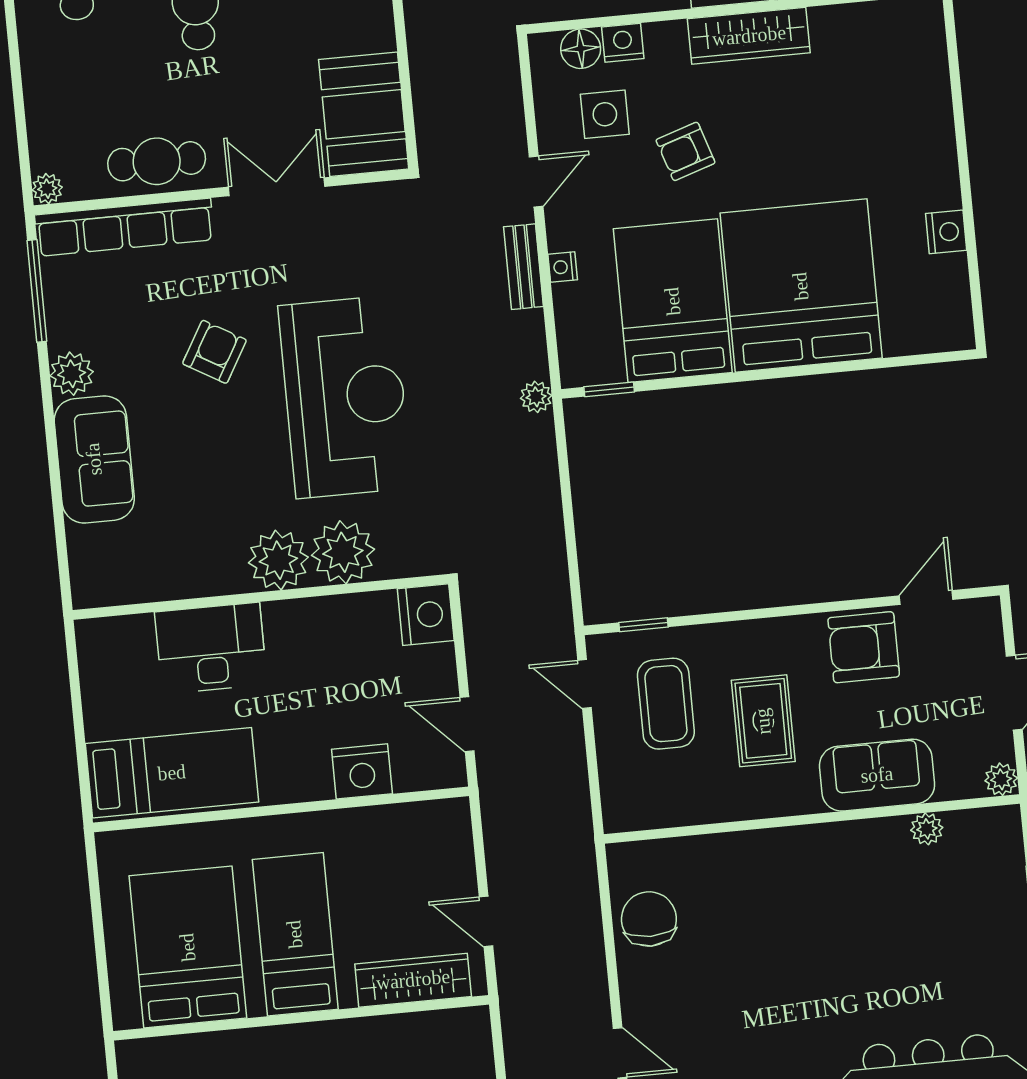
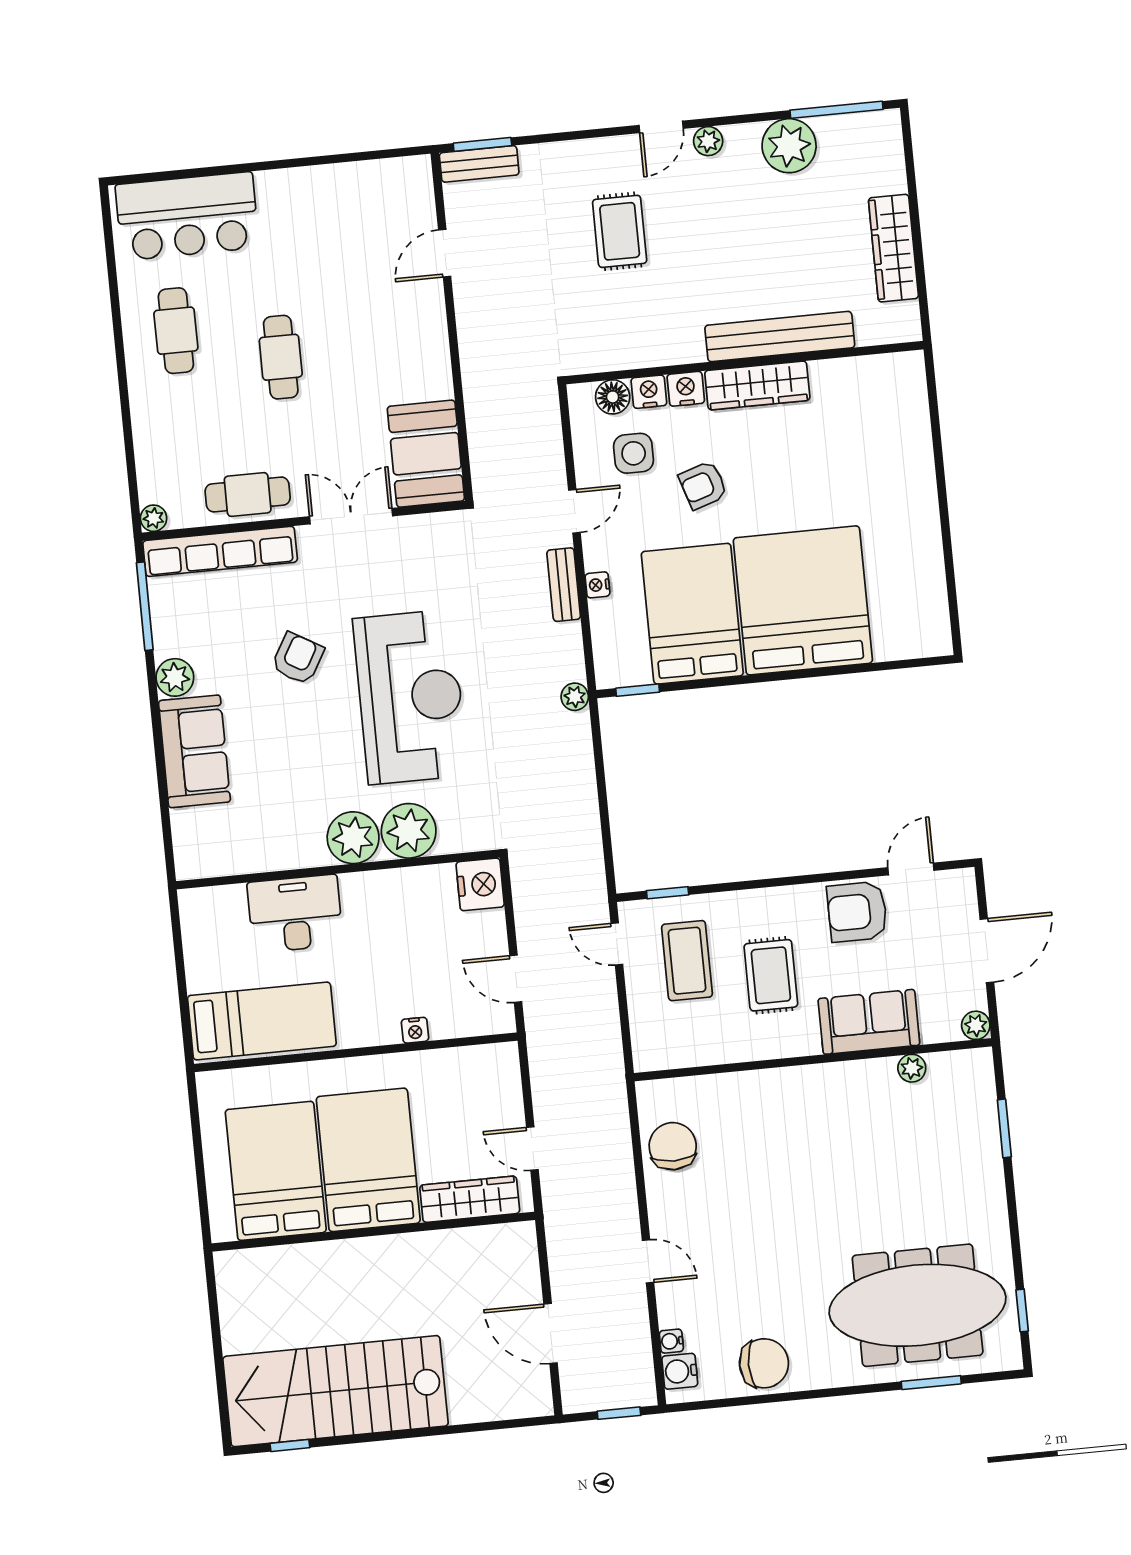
nightstand: (946, 232) -> (686, 389), moved, turned -90
nightstand: (362, 771) -> (415, 1030), width x0.53, depth x0.56
bed: (295, 934) -> (368, 1160), width x1.50

